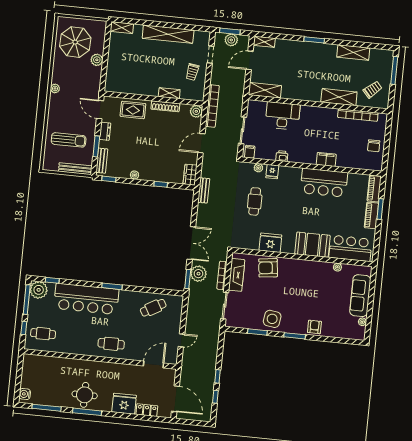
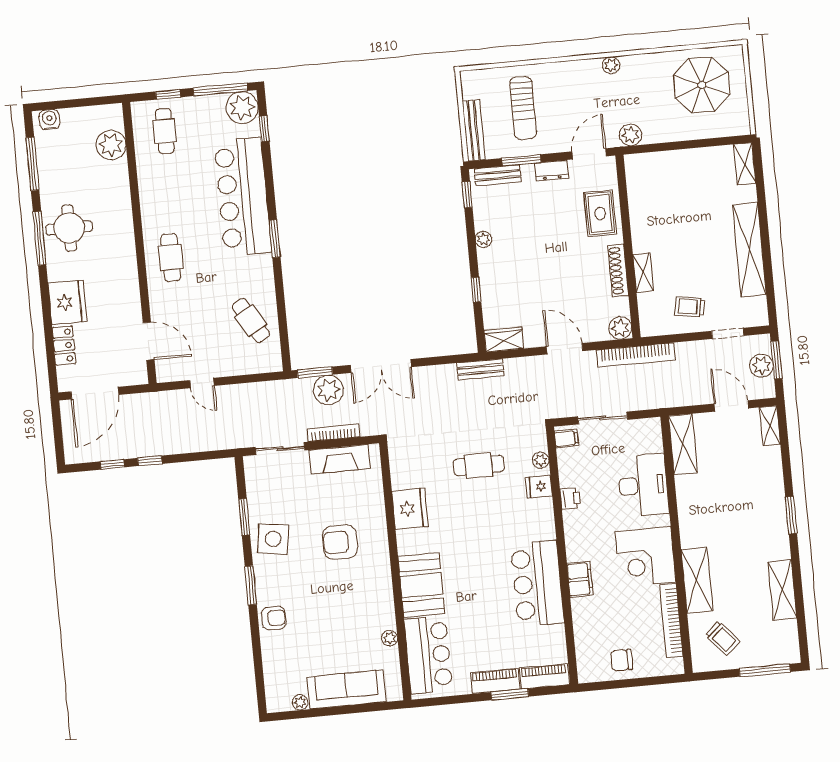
plant: (97, 60) -> (630, 135), moved
corner desk: (321, 122) -> (646, 557), added
armchair: (268, 268) -> (340, 542), moved, turned -83
plant: (45, 364) -> (111, 145), added

